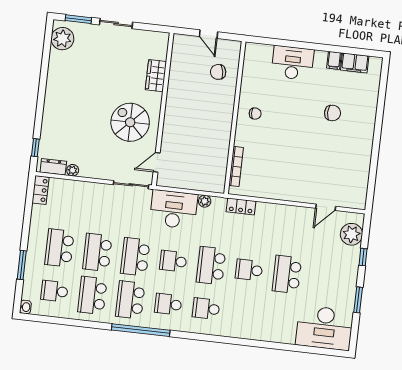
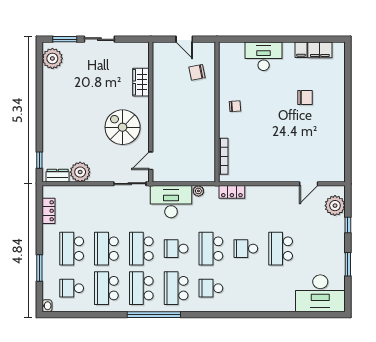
plant: (73, 170) -> (80, 172), width x1.88, depth x1.88
locker: (41, 190) -> (48, 211), moved
school desk: (168, 304) -> (176, 288), width x1.85

